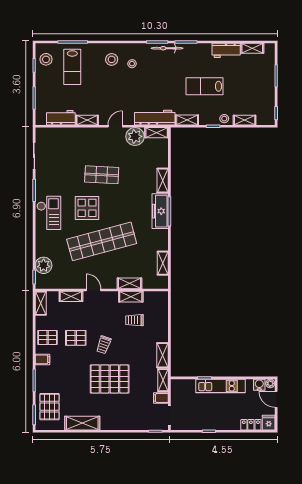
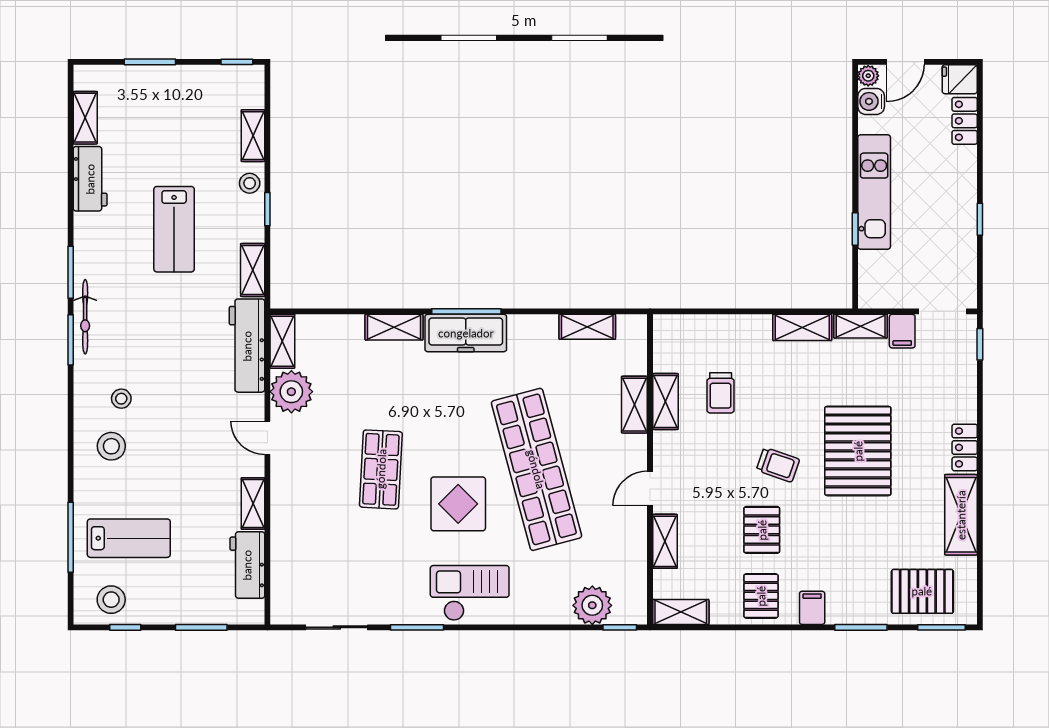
locker: (111, 425) -> (965, 447), added

